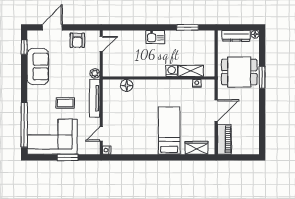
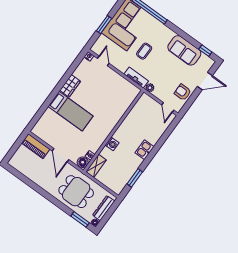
door: (52, 27) -> (205, 81), hinge flipped
shelving: (191, 71) -> (96, 166), moved
dining table: (239, 72) -> (76, 192), turned 90
window: (262, 77) -> (80, 219), moved
floor lamp: (127, 86) -> (83, 162), moved
tv unit: (95, 98) -> (136, 77), width x0.71
wardrobe: (197, 148) -> (70, 86), moved

